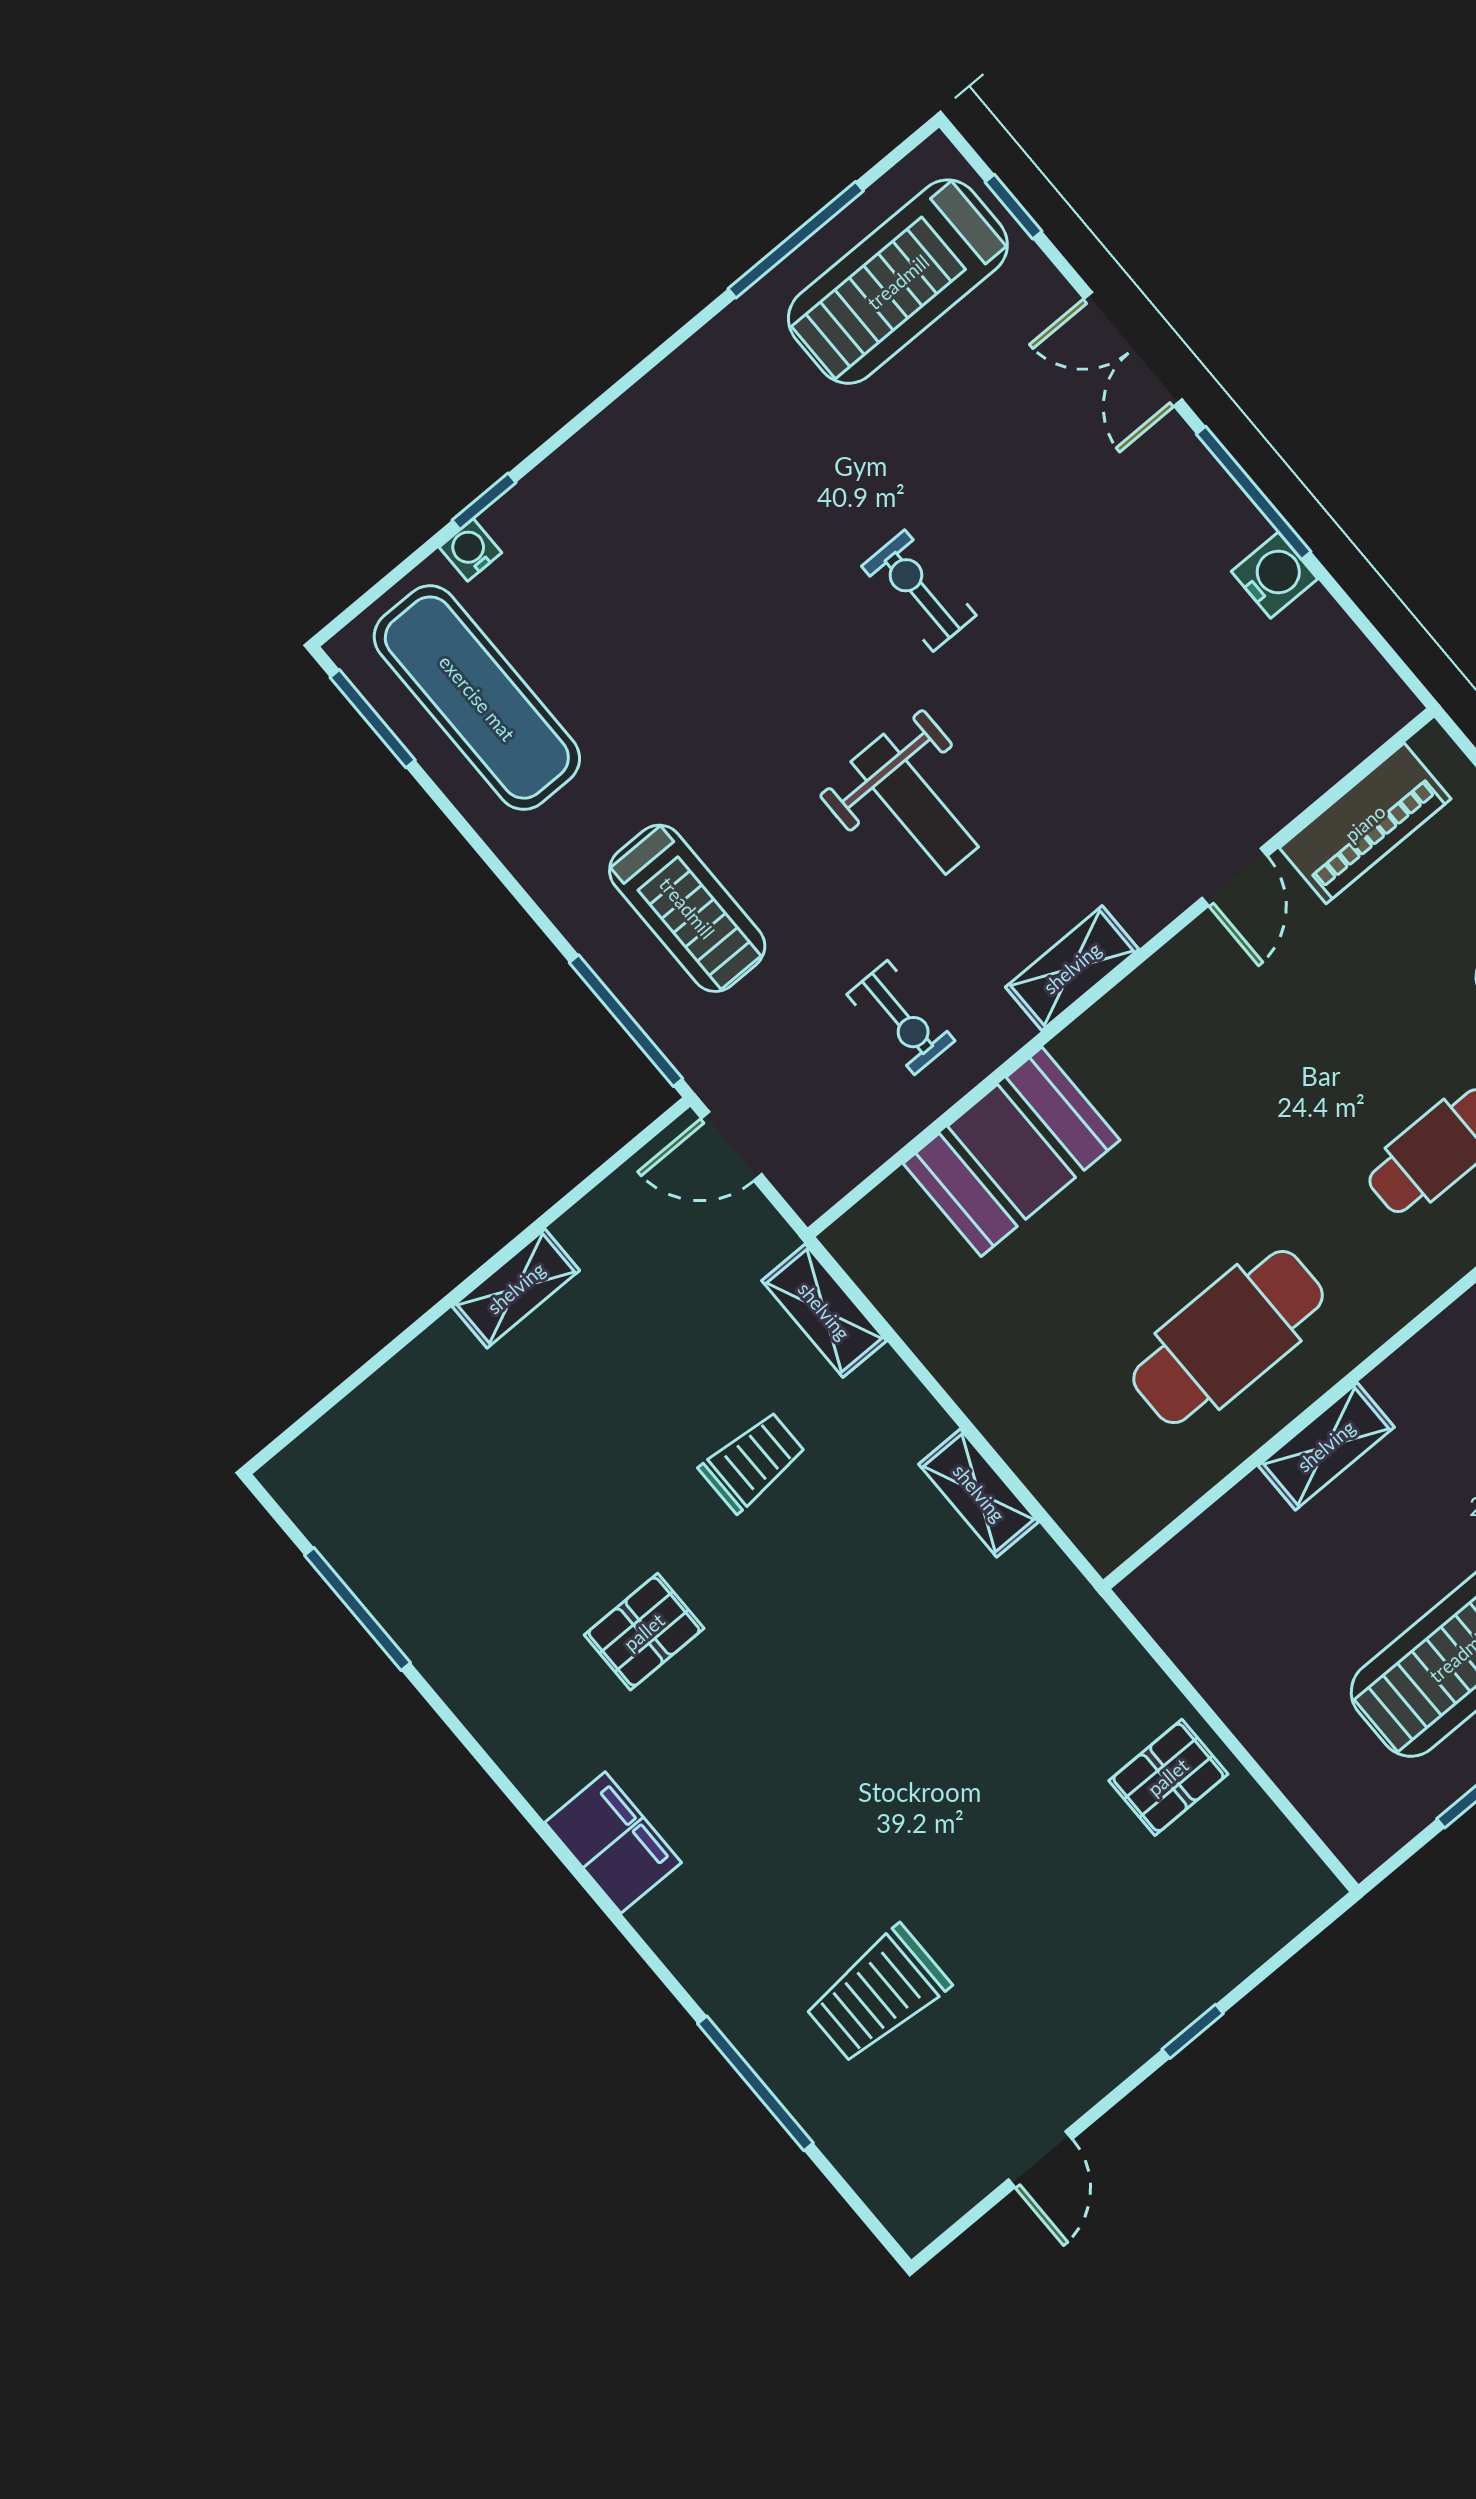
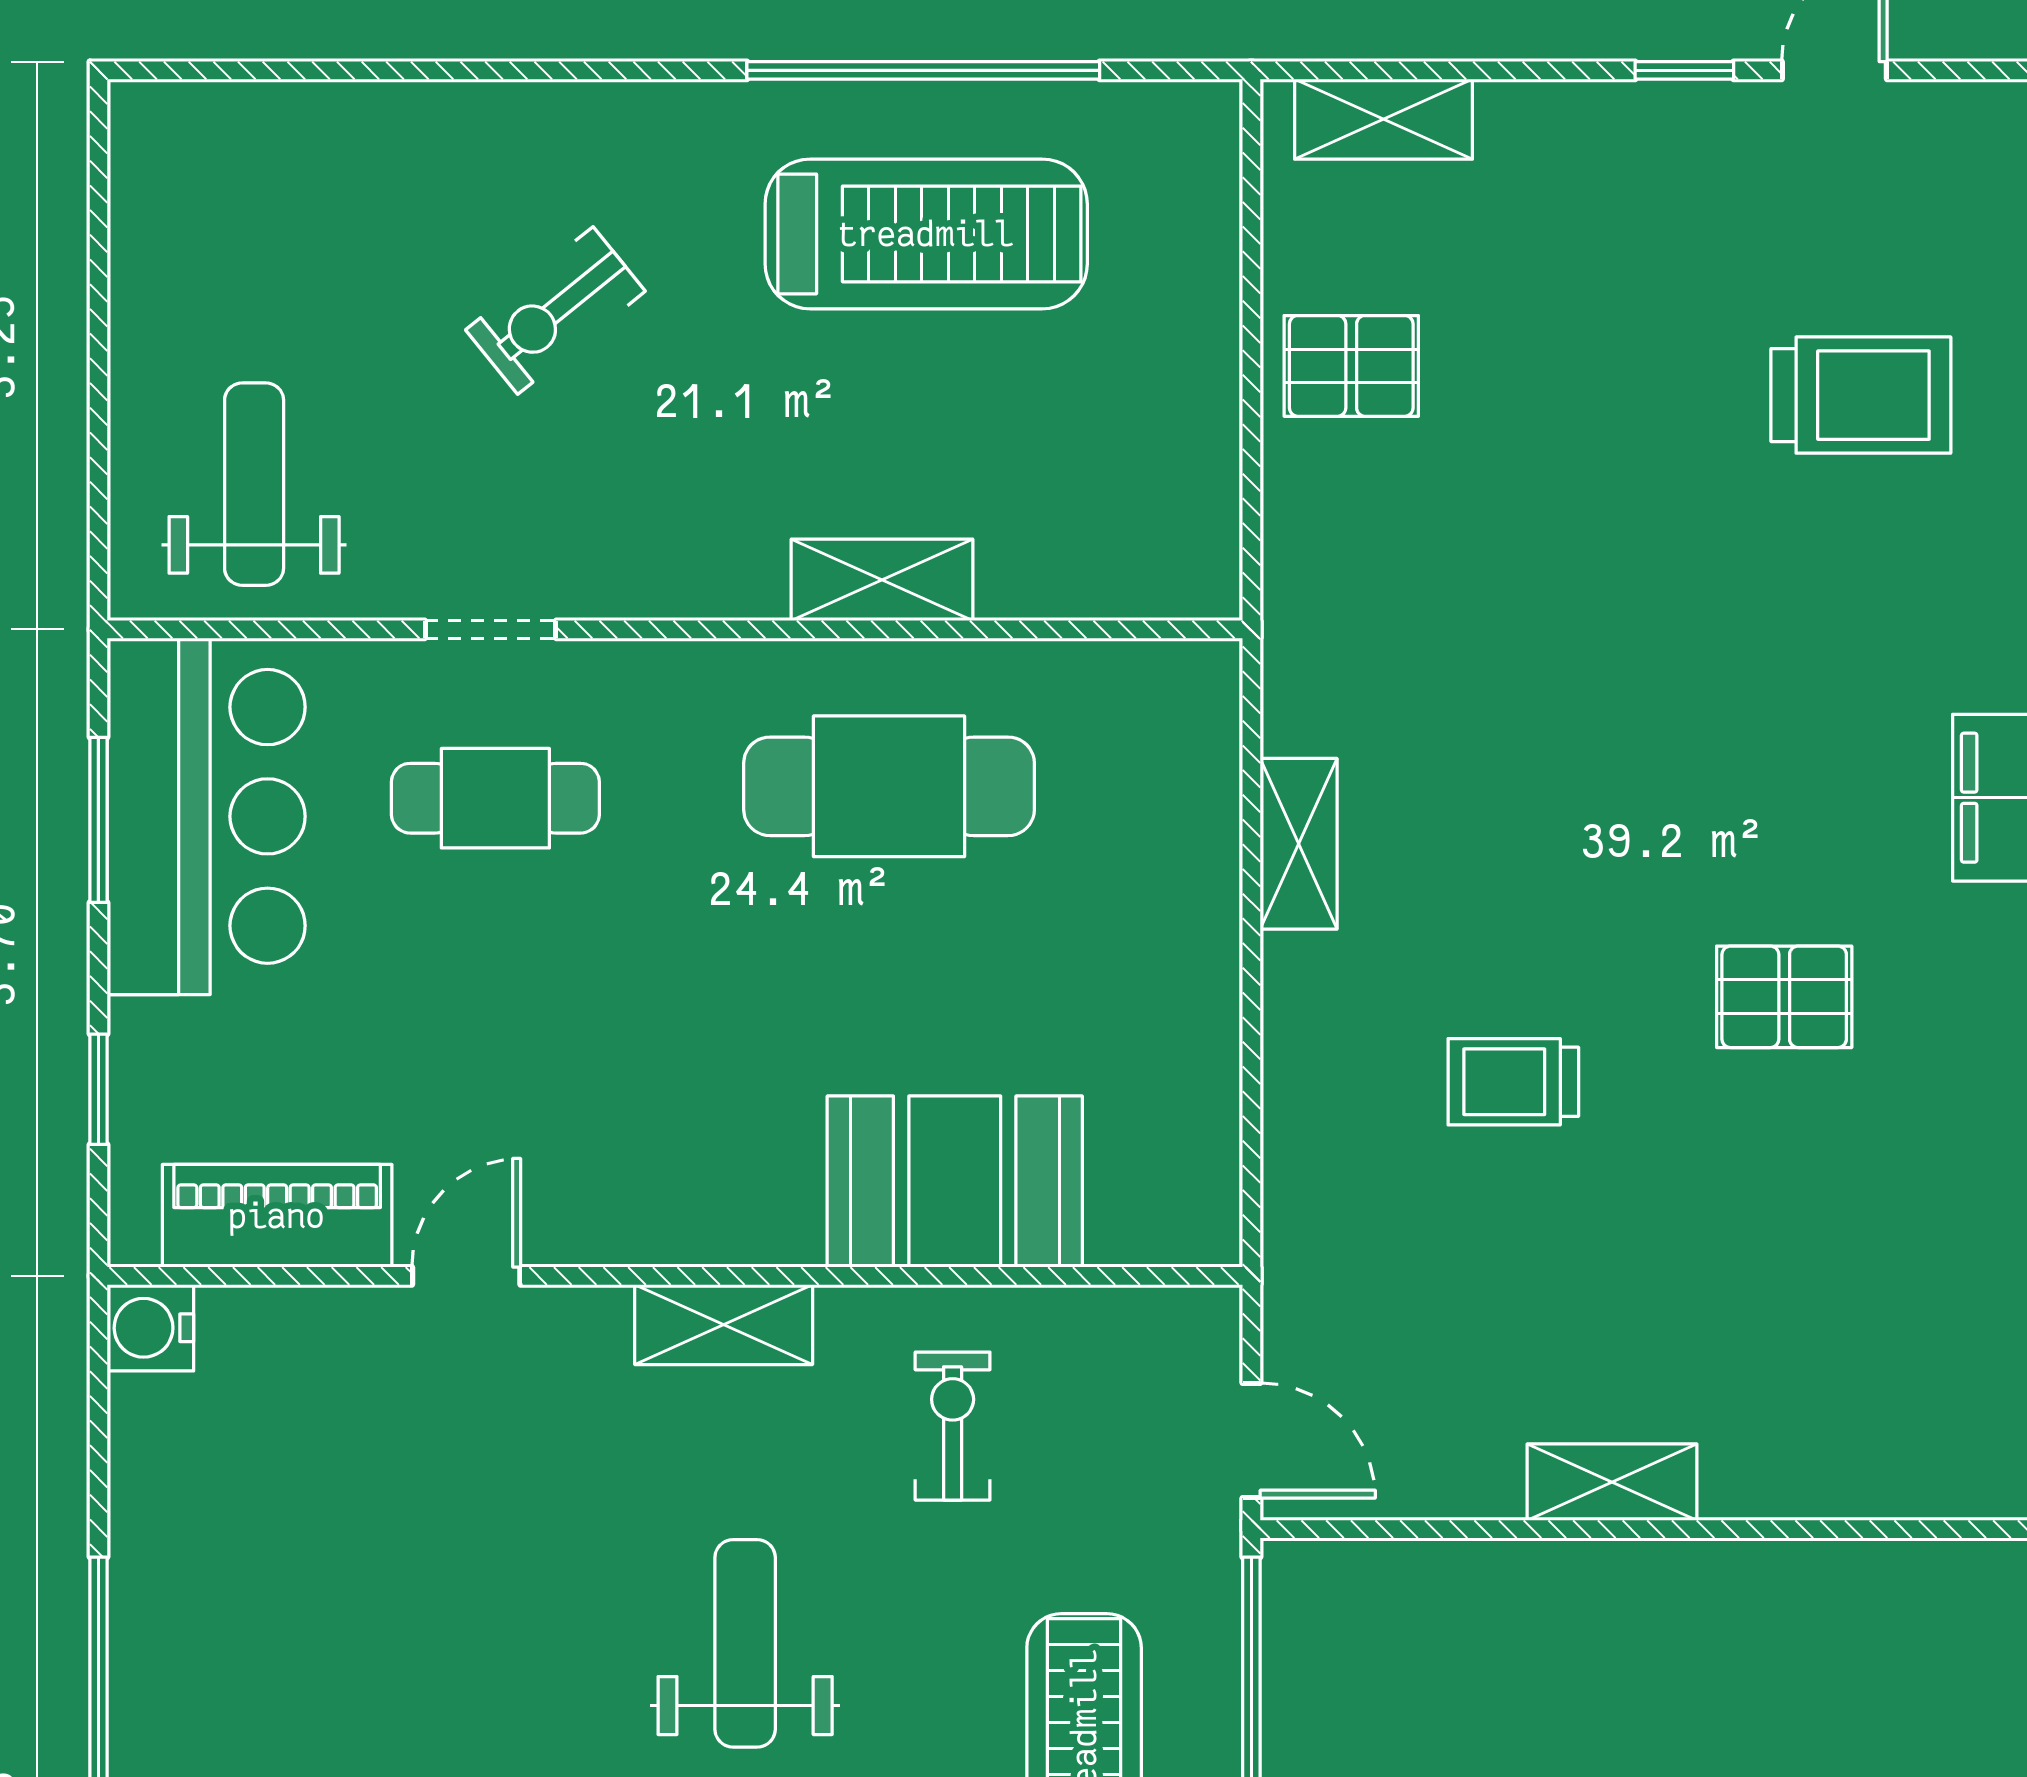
water cooler: (1274, 575) -> (150, 1328), moved
shelving: (824, 1311) -> (1384, 119), moved, turned 90
window: (1193, 2031) -> (1684, 70), moved

